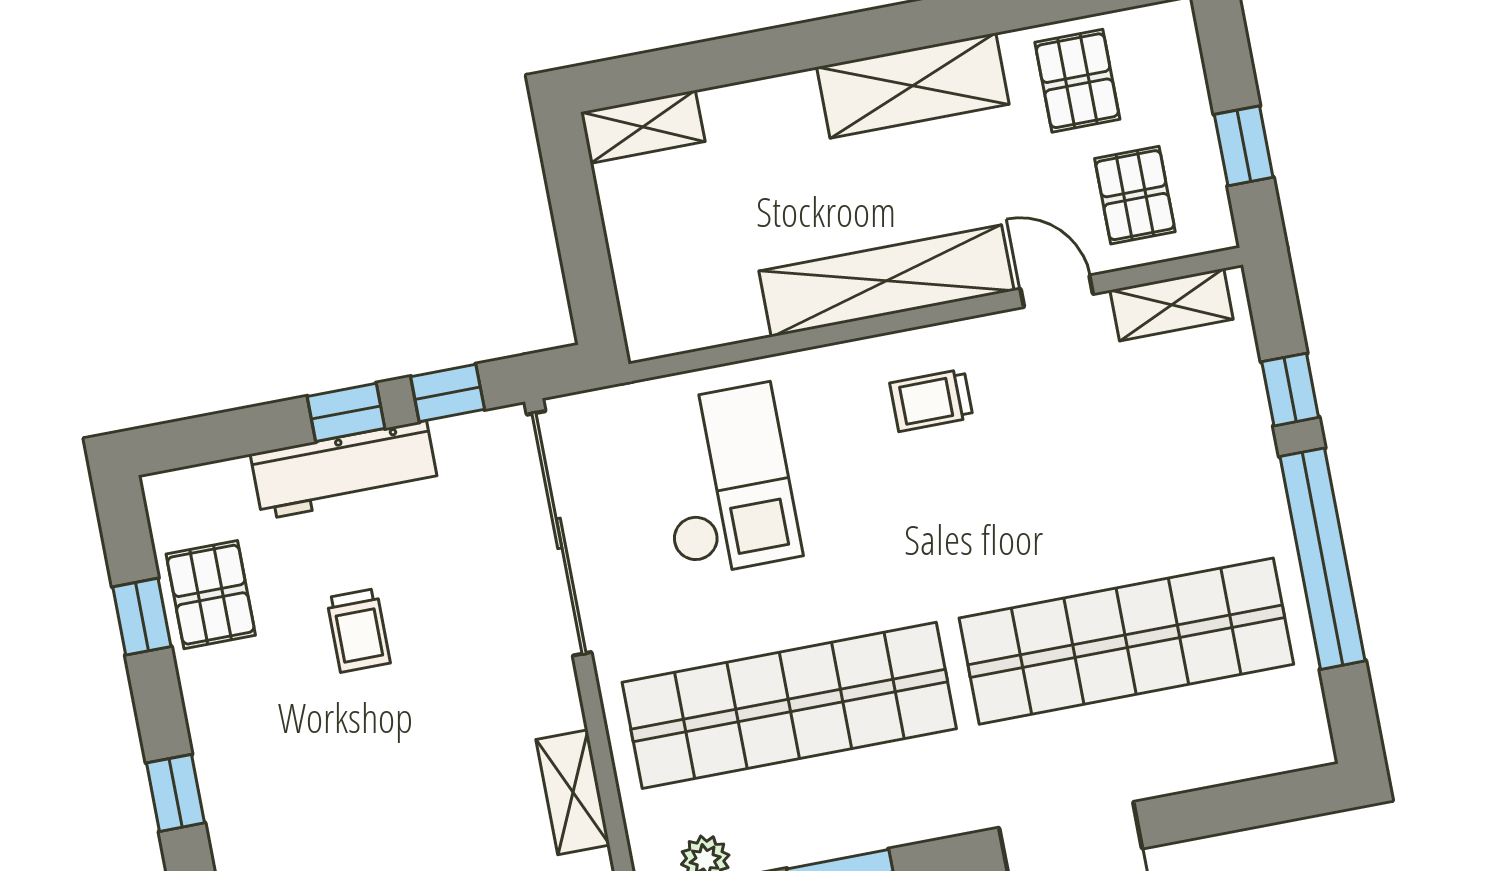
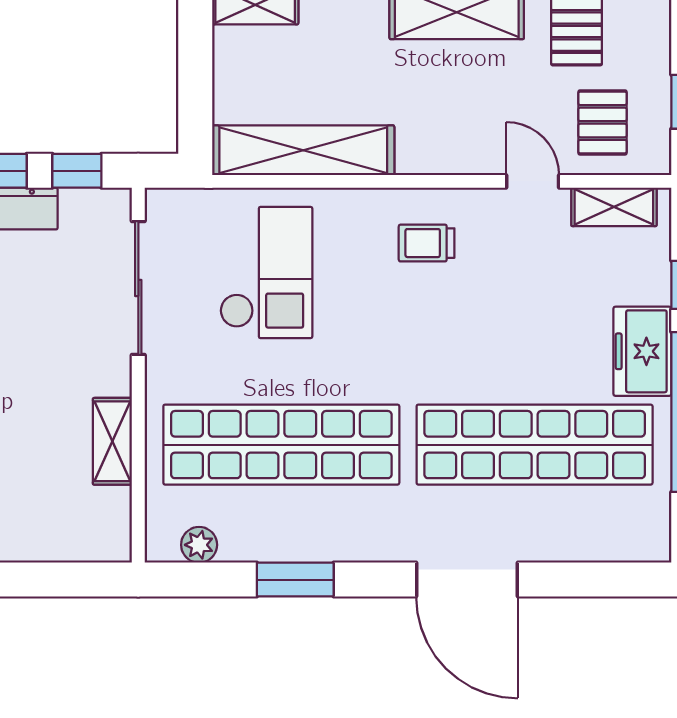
shelving: (886, 281) -> (303, 150), moved
freezer: (1246, 490) -> (642, 351), added
sliding door: (559, 533) -> (138, 288), width x0.73
shelving: (573, 792) -> (112, 441), moved

